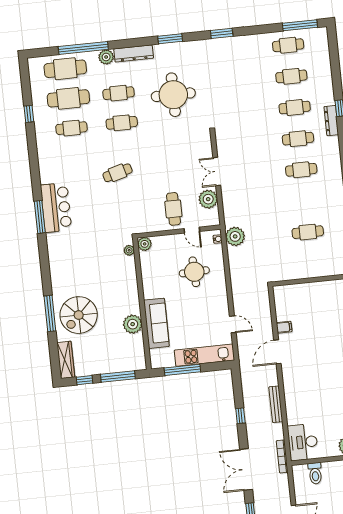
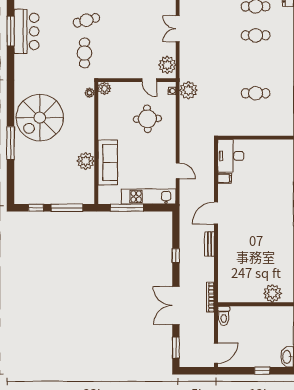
plant: (208, 199) -> (167, 65), moved
bar counter: (56, 208) -> (26, 31), moved
cafe table: (173, 209) -> (84, 53), moved
window: (40, 217) -> (11, 31), moved
spiral stairs: (79, 315) -> (40, 118), moved, width x1.37, depth x1.37
door: (277, 352) -> (216, 213), moved
wardrobe: (66, 360) -> (21, 187), removed
bench: (276, 404) -> (210, 244), width x0.73
desk: (303, 442) -> (231, 156), moved
toilet: (315, 473) -> (224, 316), moved

